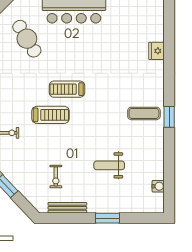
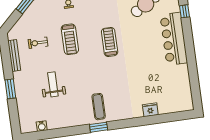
treadmill: (51, 115) -> (70, 39), moved

